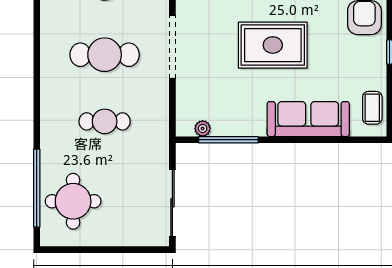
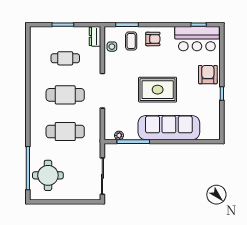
coffee table: (372, 108) -> (212, 124), removed
sofa: (308, 119) -> (169, 128), width x1.36, depth x1.27
cafe table: (105, 121) -> (65, 132), width x1.37, depth x1.35

